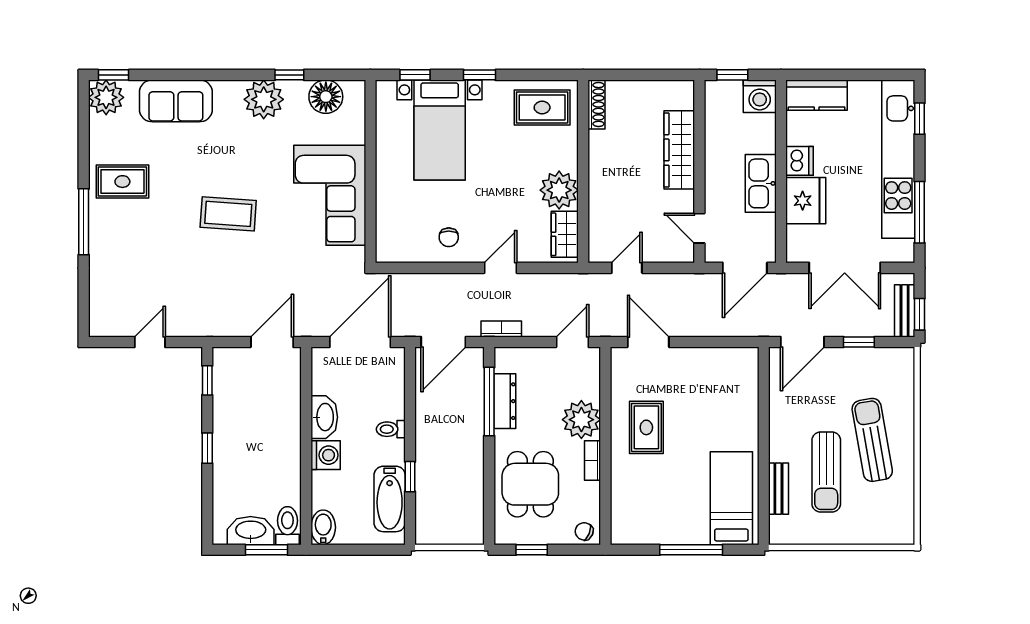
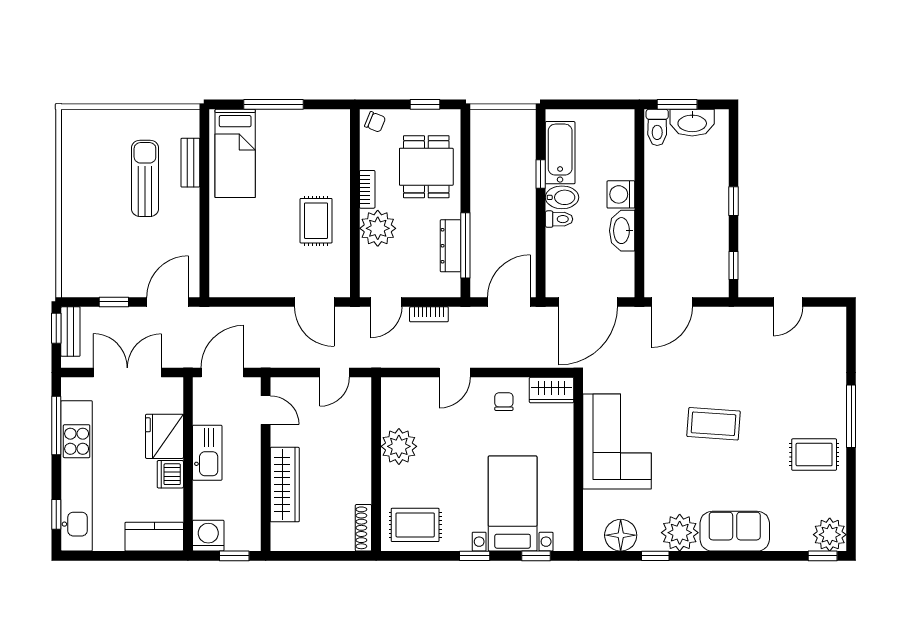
sofa: (176, 101) -> (735, 531), moved
wardrobe: (565, 234) -> (552, 390), moved, turned 90
bookcase: (501, 329) -> (429, 314), moved
sun lounger: (872, 440) -> (101, 209), removed
bidet: (323, 527) -> (562, 197), moved, turned -90

